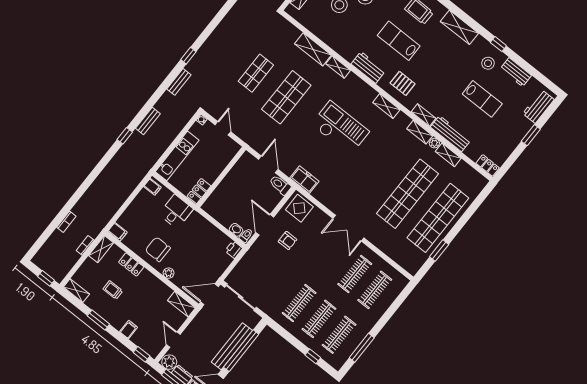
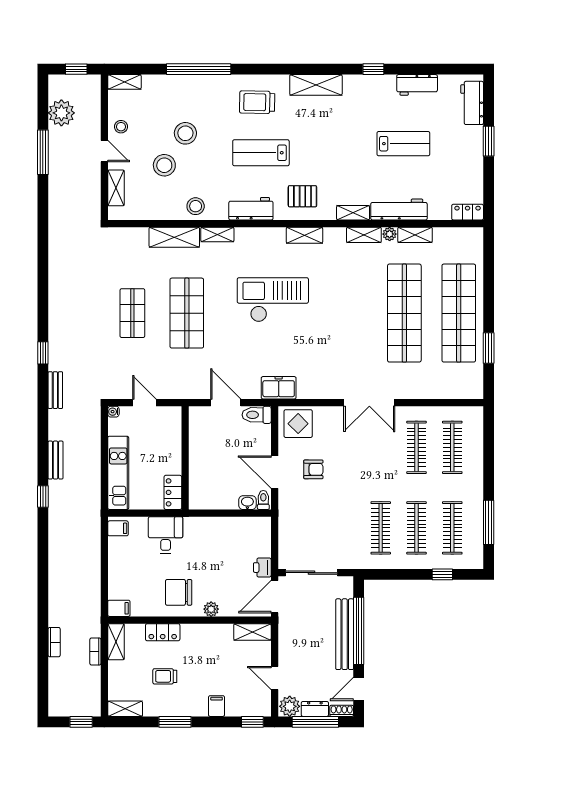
stool: (488, 63) -> (196, 206), moved
printer: (234, 250) -> (262, 568), moved

